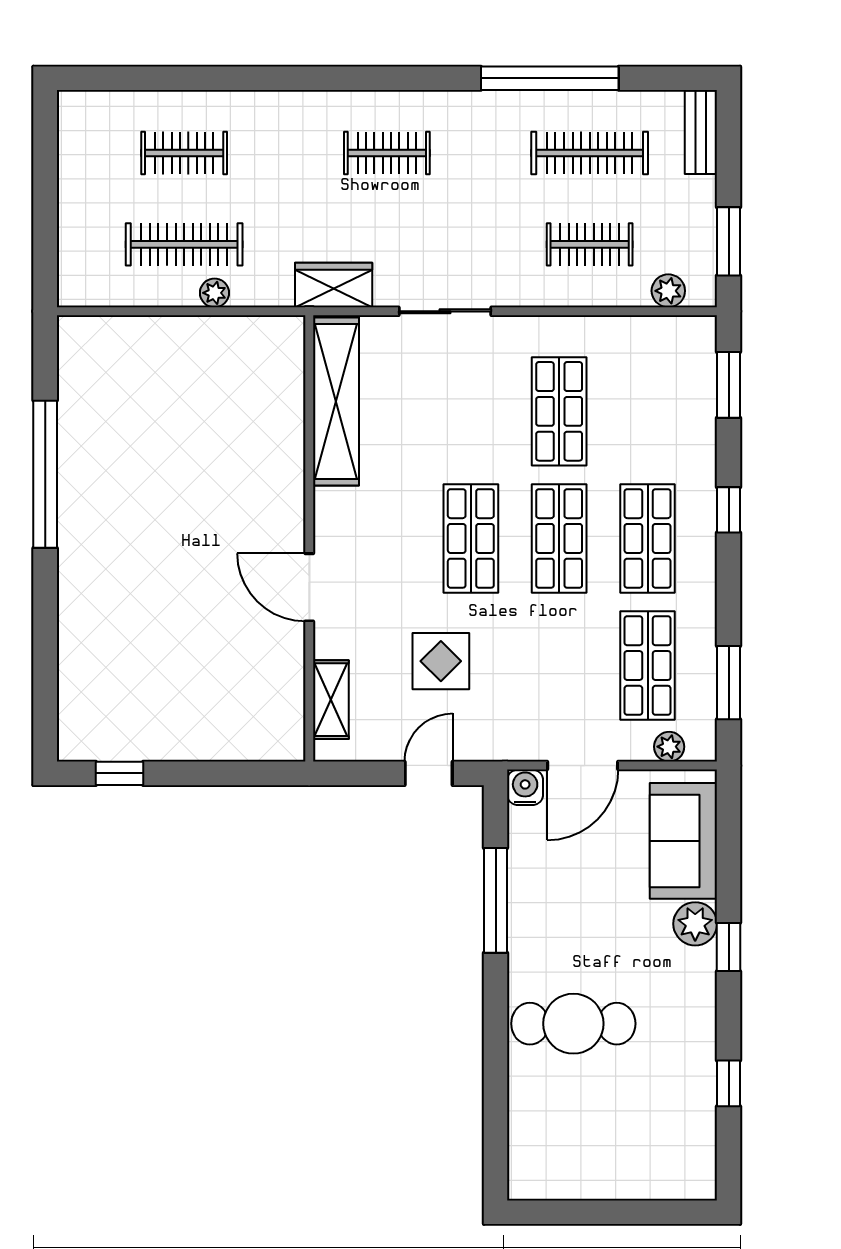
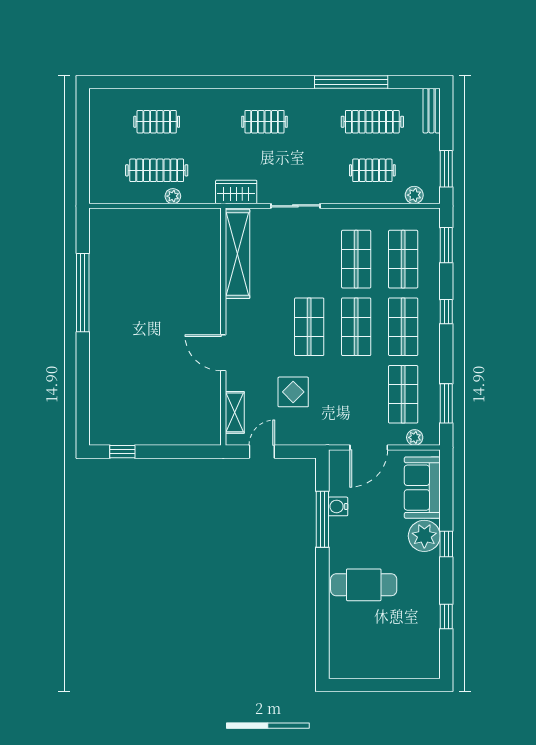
shop shelf: (648, 411) -> (403, 259), added
door: (429, 773) -> (262, 452), moved
water cooler: (525, 787) -> (338, 506), moved, turned -90
plant: (695, 924) -> (424, 536), width x1.36, depth x1.36

